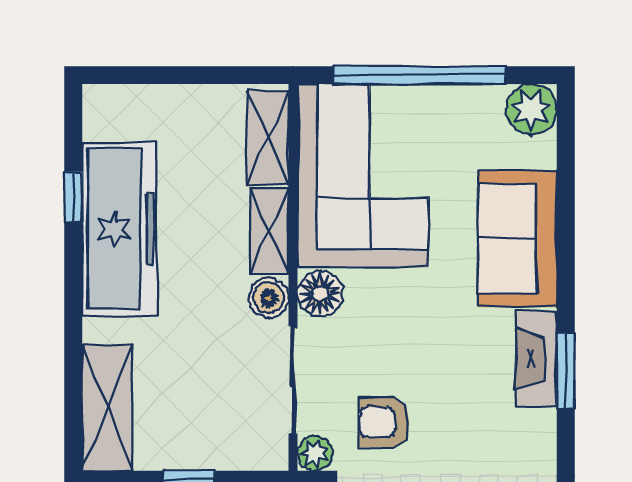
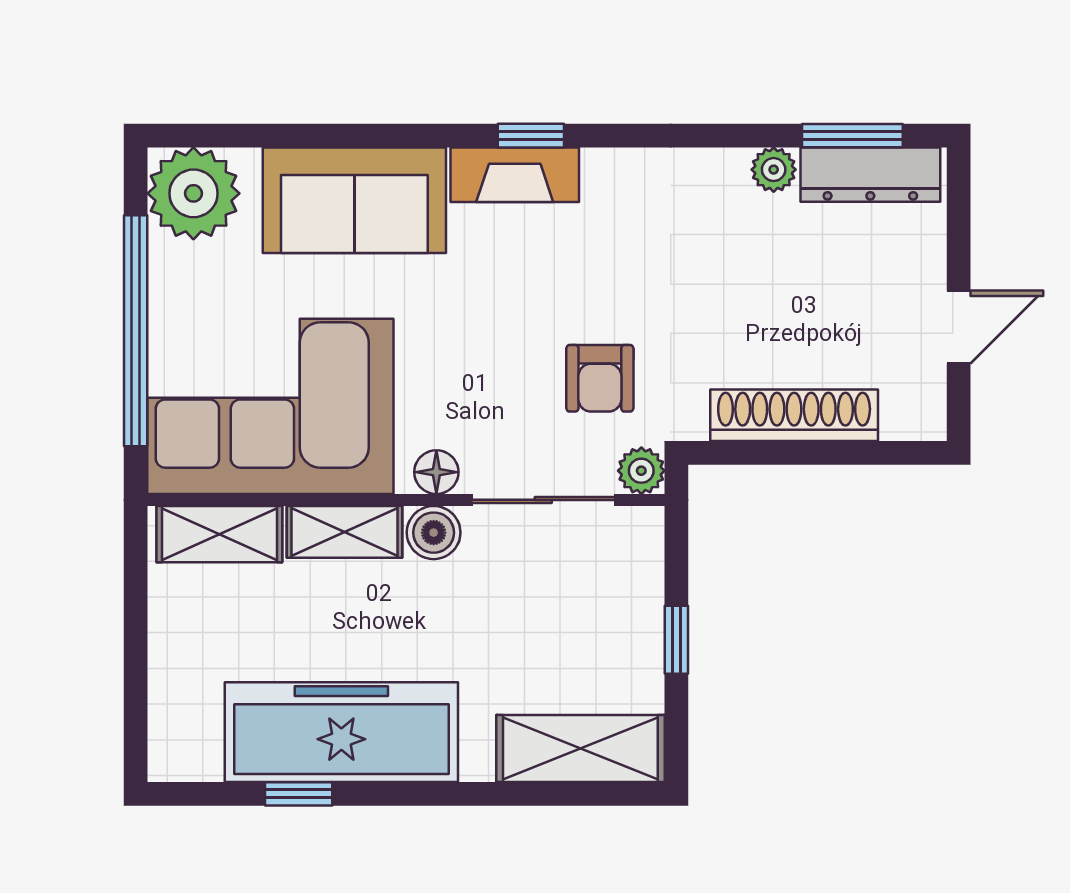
plant: (532, 109) -> (193, 193), width x1.36, depth x1.36
floor lamp: (320, 294) -> (436, 472), width x0.73, depth x0.73
window: (566, 371) -> (531, 136), width x0.67

